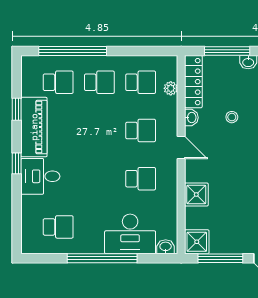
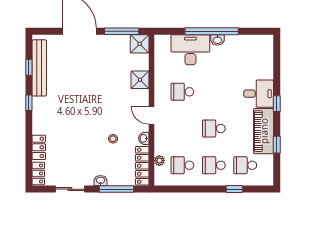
window: (73, 51) -> (234, 189), width x0.32
school desk: (141, 130) -> (214, 129), moved
school desk: (58, 227) -> (245, 55), removed
washbasin: (166, 247) -> (217, 40), moved

